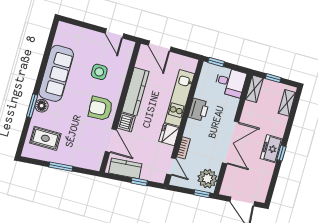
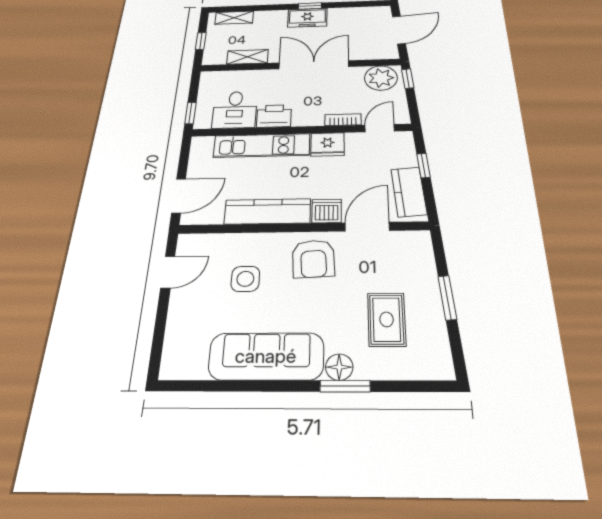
desk: (230, 82) -> (235, 110), moved, turned 180
shelving: (254, 89) -> (247, 57), moved
rug: (45, 138) -> (387, 319), moved

